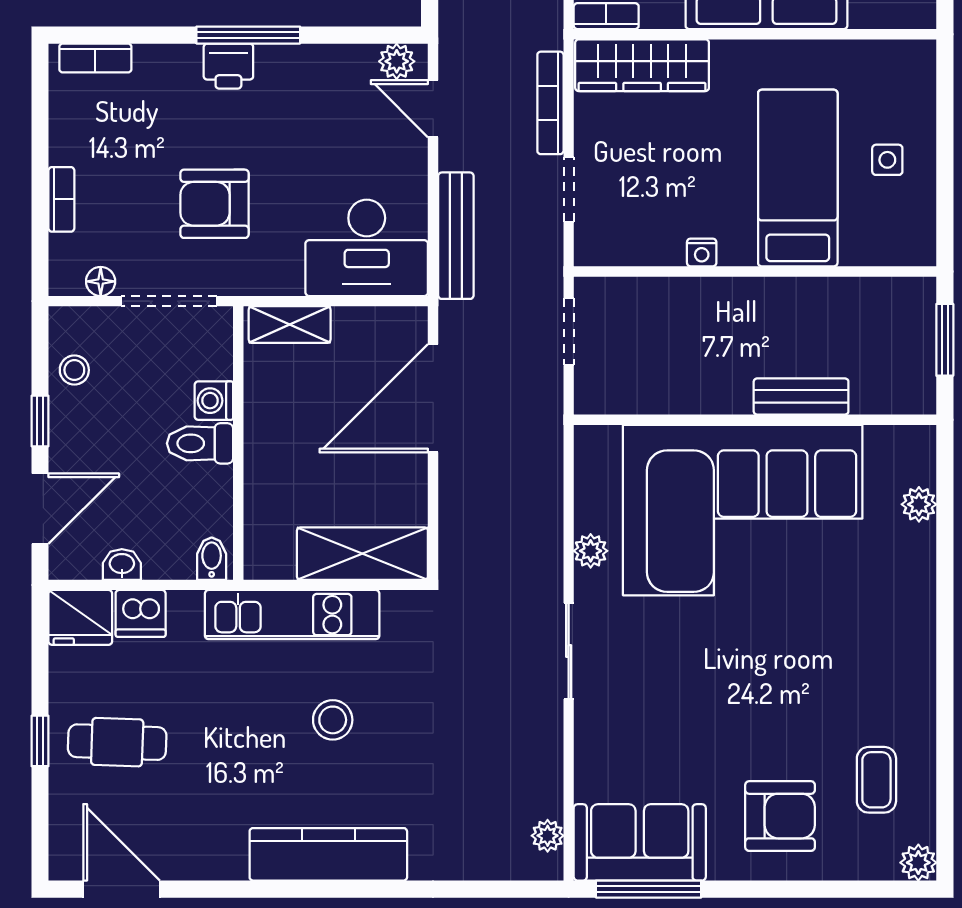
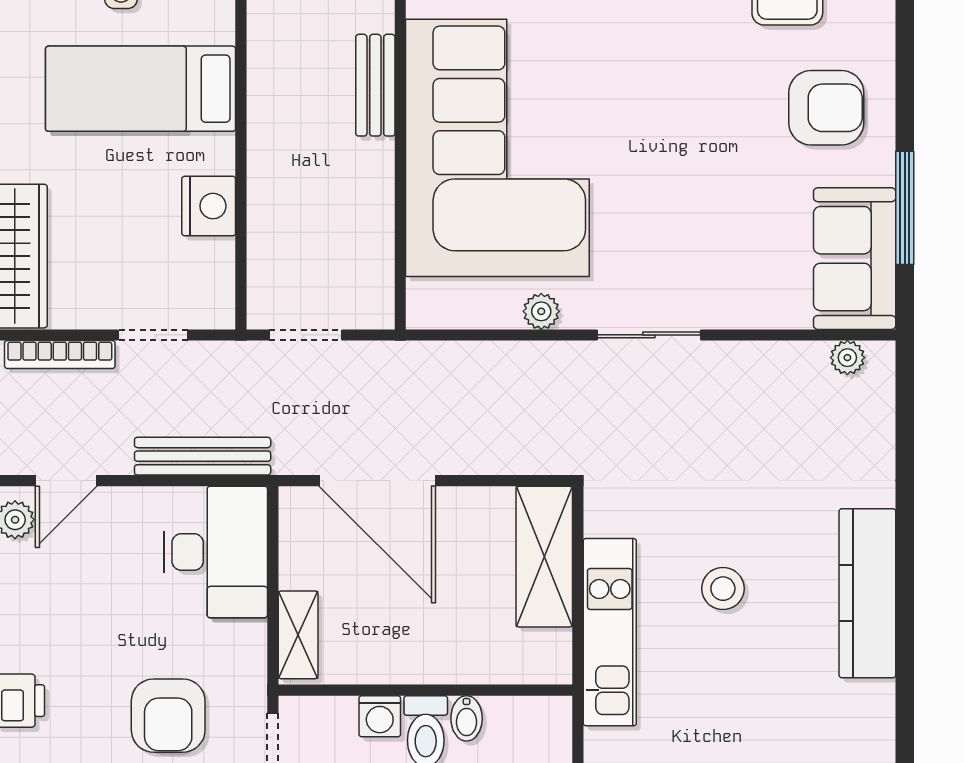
nightstand: (702, 252) -> (209, 206), width x1.89, depth x1.79
bidet: (212, 559) -> (467, 718), moved, turned -90
armchair: (780, 816) -> (826, 108), turned 90
window: (649, 889) -> (905, 208), moved

